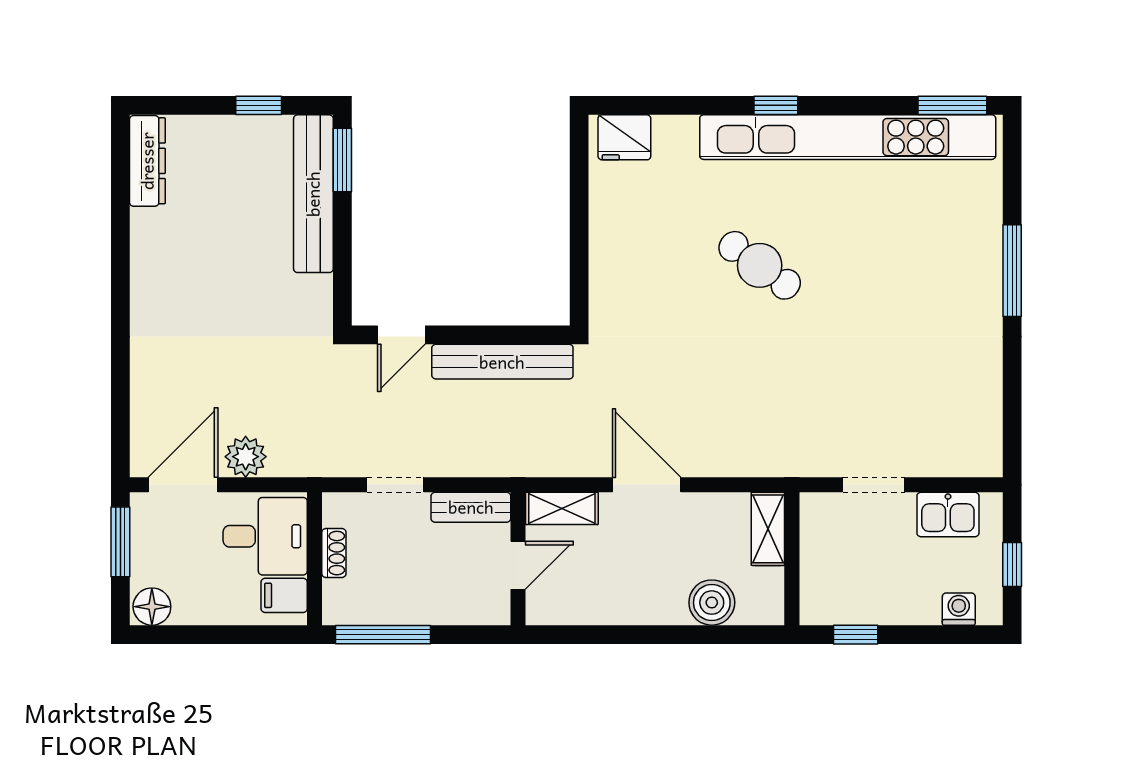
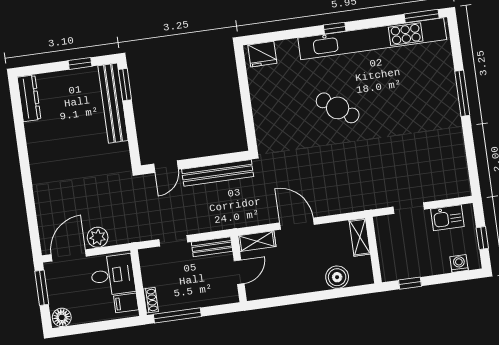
shoe rack: (334, 553) -> (151, 300), moved

